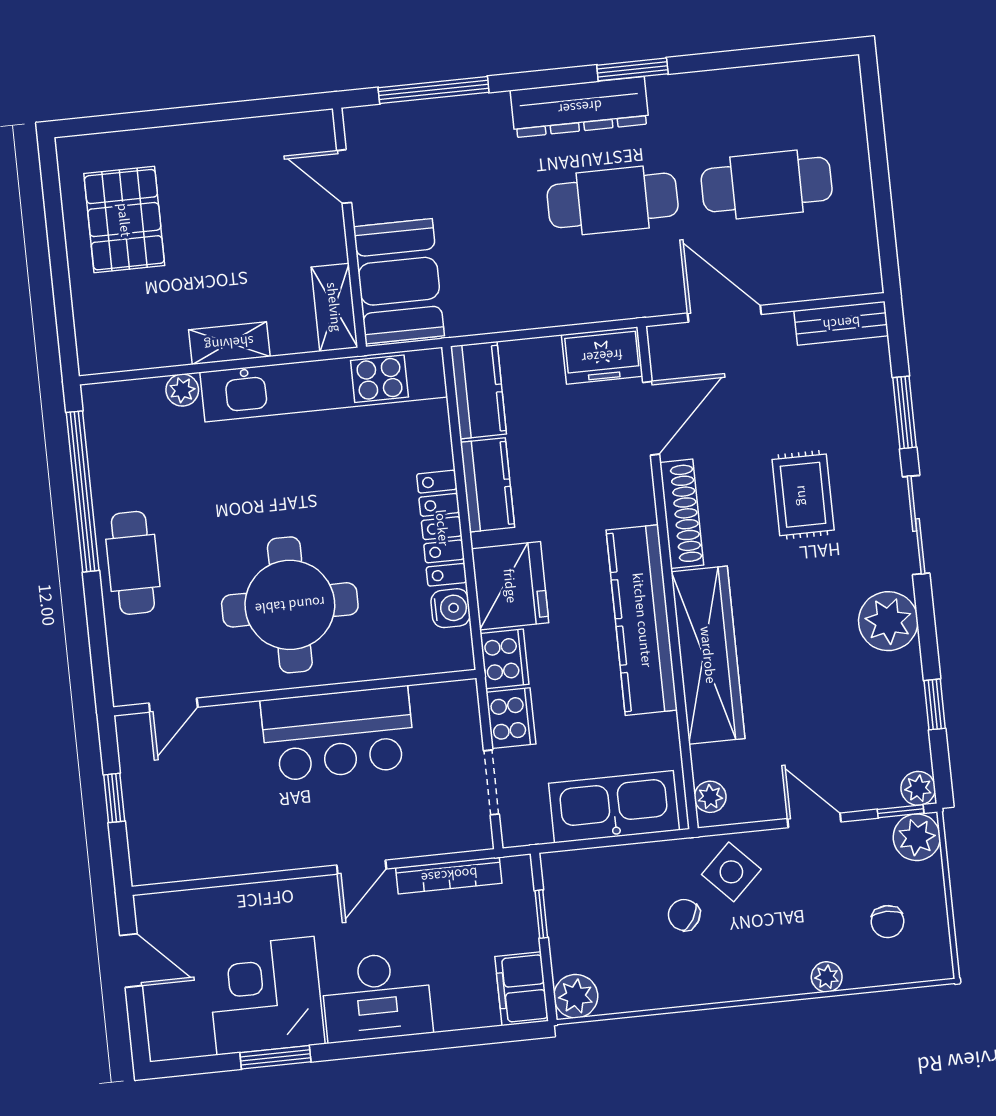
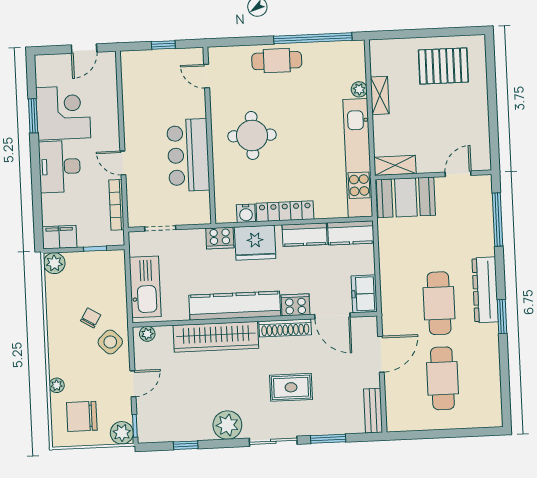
shelving: (229, 343) -> (380, 95), moved
round table: (290, 605) -> (252, 135), width x0.73, depth x0.73
cooker: (511, 718) -> (296, 305), moved, turned 180
plant: (918, 788) -> (145, 435), removed
chair: (888, 922) -> (82, 416), width x1.87, depth x1.87

